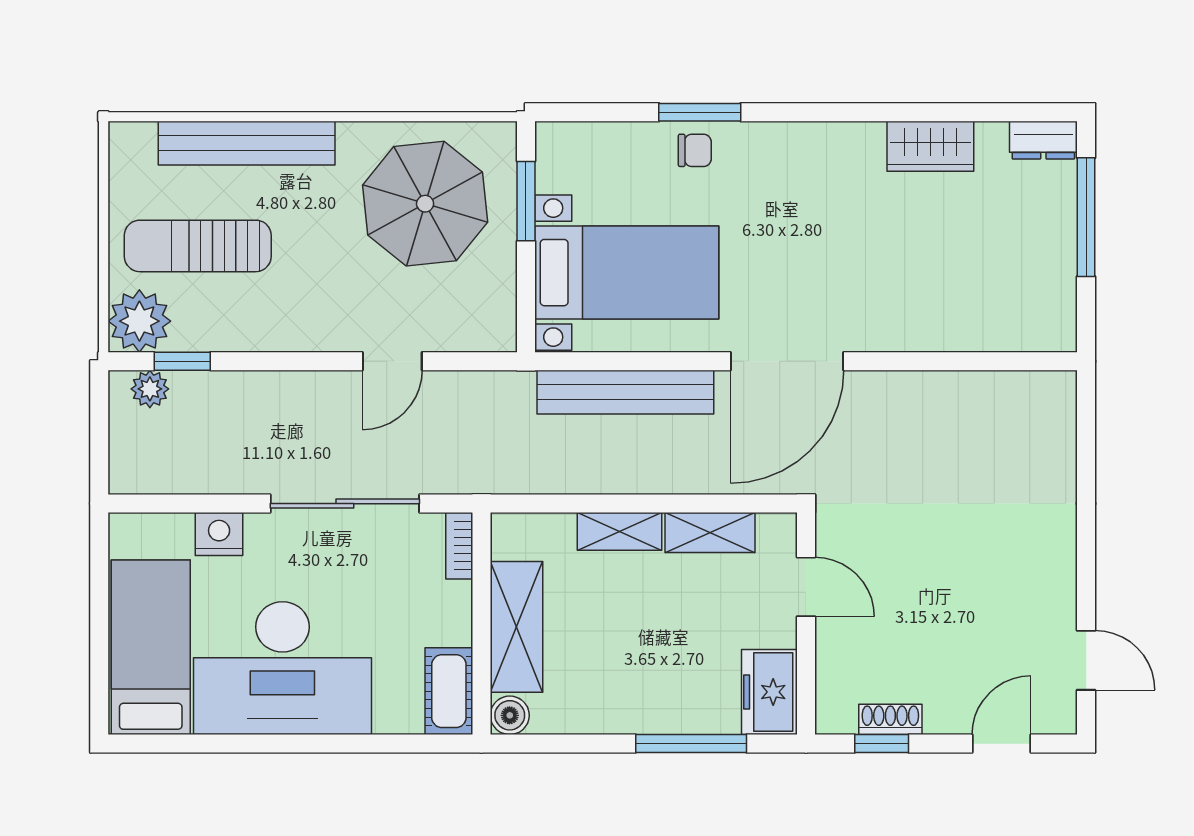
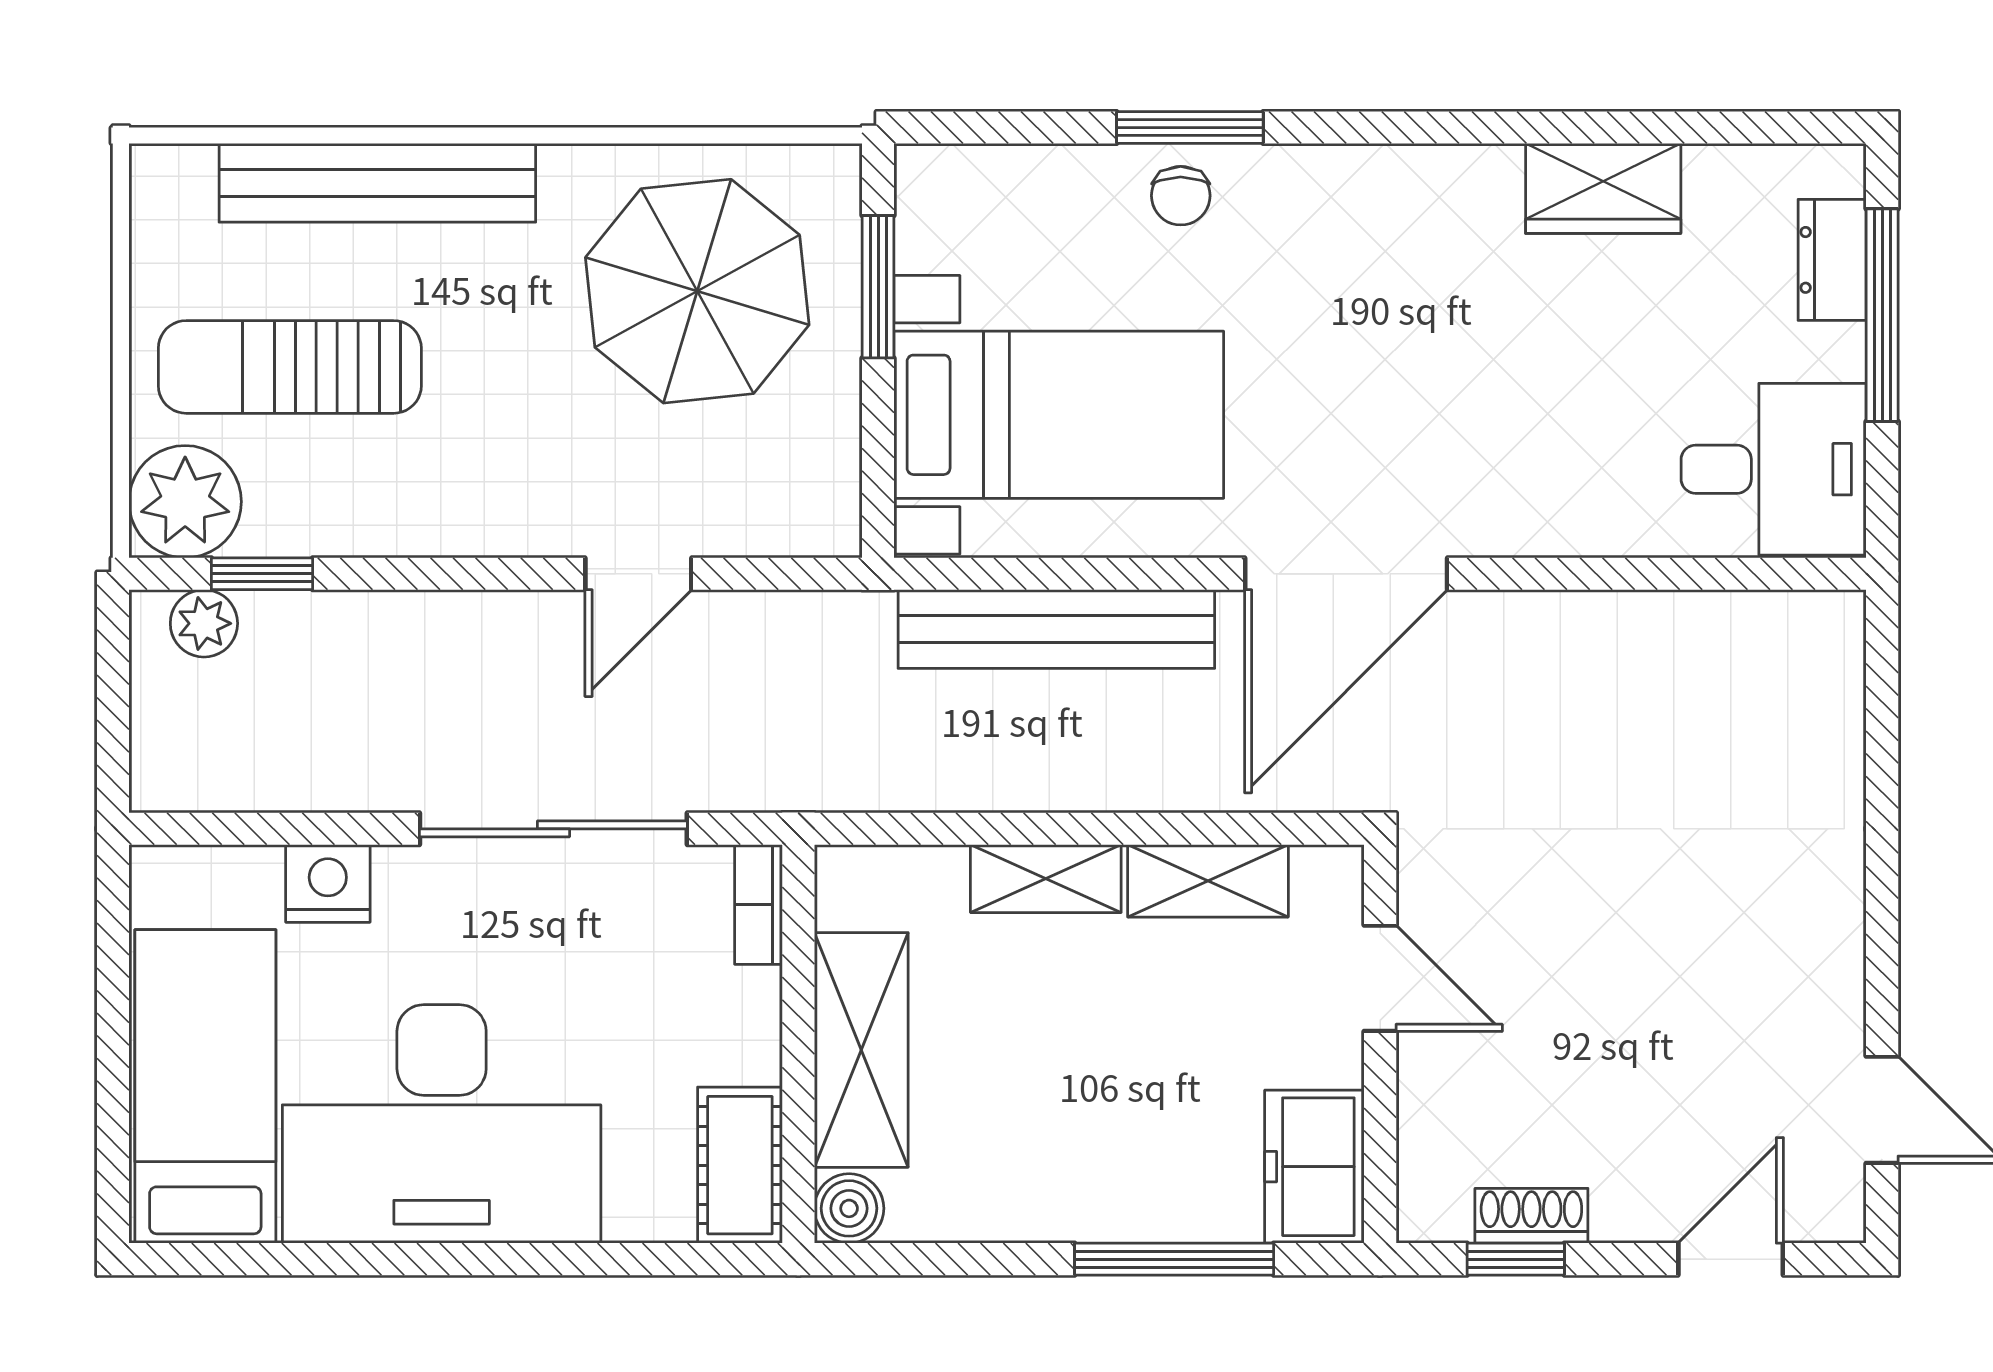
dresser: (1043, 140) -> (1832, 260), moved, turned 90
chair: (695, 150) -> (1181, 196), turned 90
desk: (1025, 303) -> (1774, 469), added

